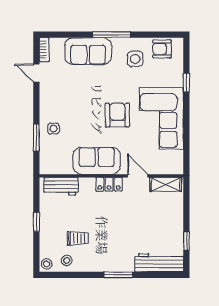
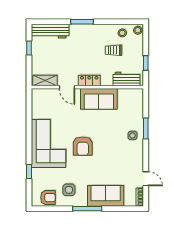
sofa: (97, 161) -> (99, 99), moved
wall: (111, 176) -> (87, 87), moved
door: (138, 176) -> (67, 87), moved
locker: (109, 184) -> (89, 81), moved
shelving: (166, 184) -> (45, 81), moved
workbench: (61, 186) -> (127, 79), moved

